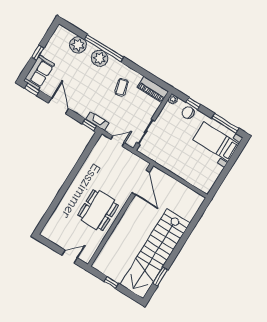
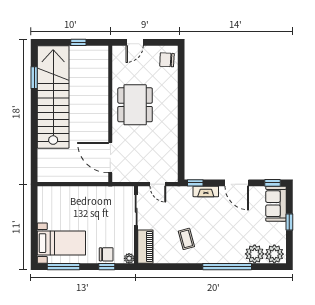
plant: (100, 58) -> (274, 254), moved
piano: (153, 89) -> (145, 247), moved, turned 90
fireplace: (97, 121) -> (206, 191), moved
door: (118, 141) -> (158, 184), hinge flipped
chair: (54, 229) -> (167, 60), added

